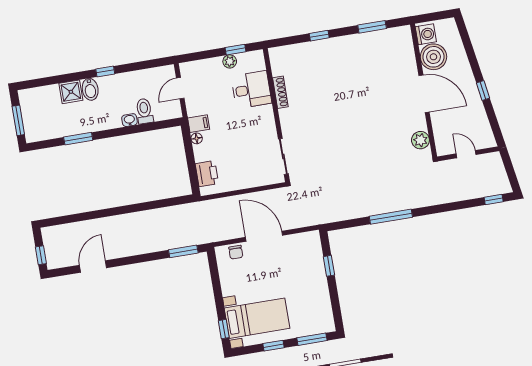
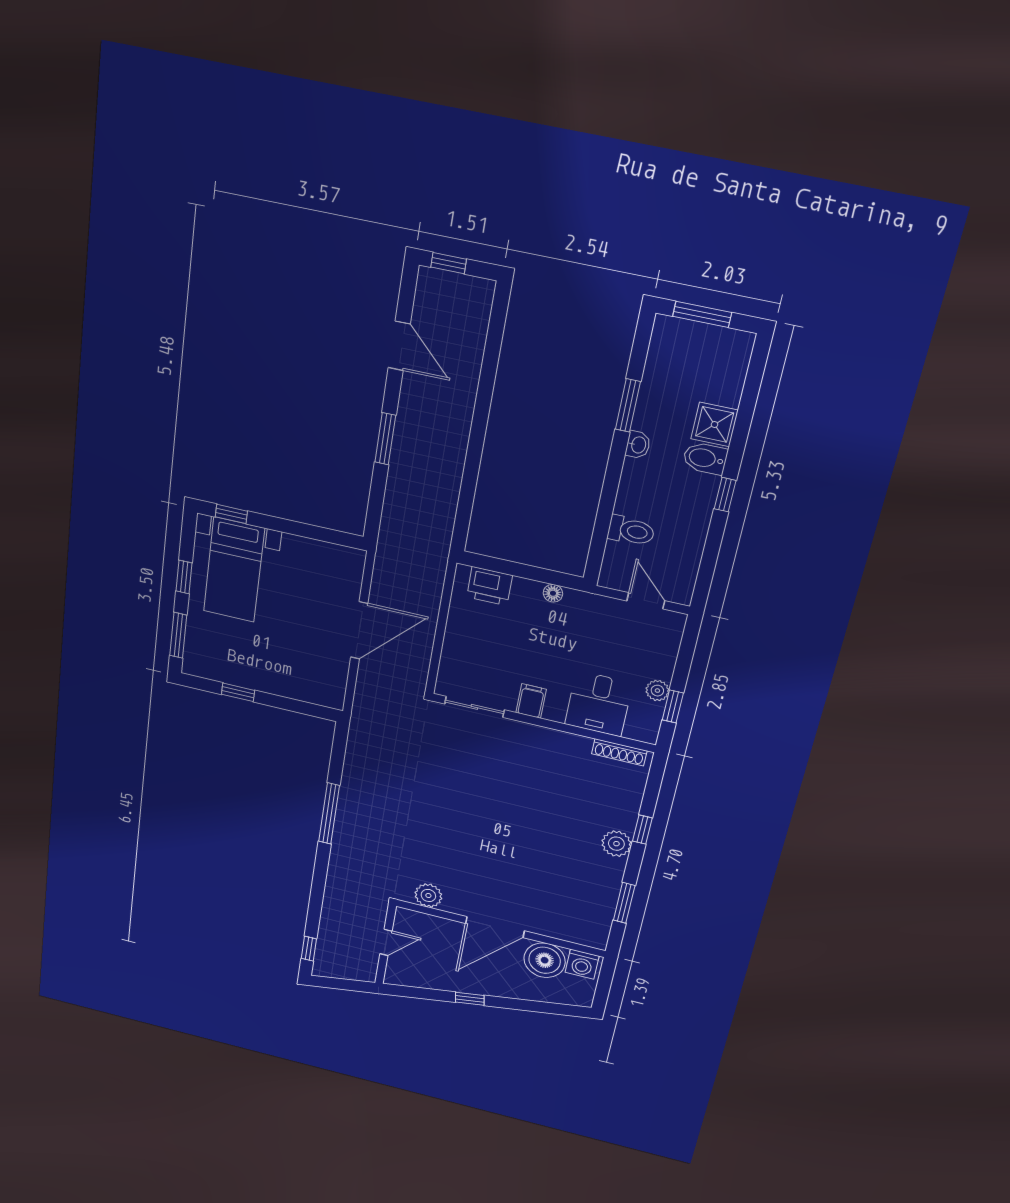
plant: (335, 46) -> (616, 844), added
shoe rack: (280, 92) -> (619, 752), moved
washbasin: (129, 120) -> (638, 445), moved
filing cabinet: (199, 124) -> (531, 701), moved, turned 180
window: (183, 251) -> (385, 439), moved
chair: (236, 252) -> (348, 580), removed
window: (329, 266) -> (238, 692), moved

